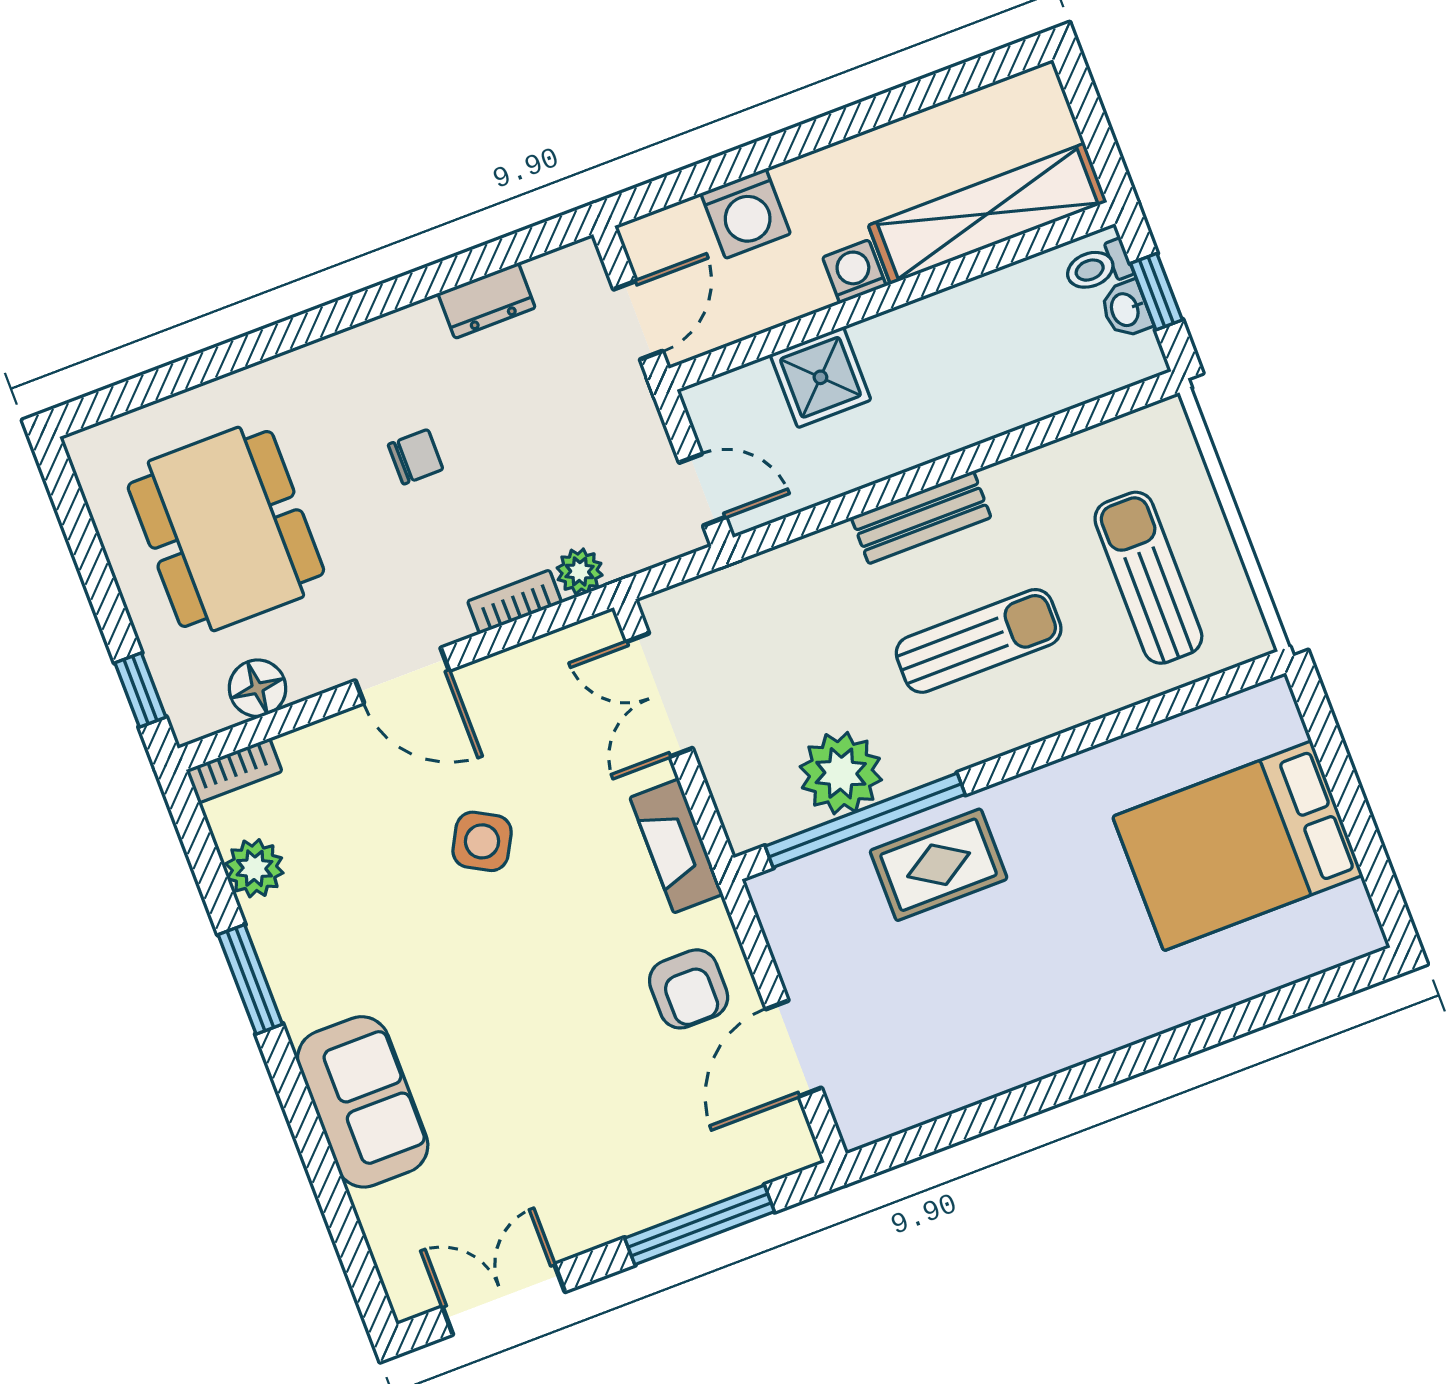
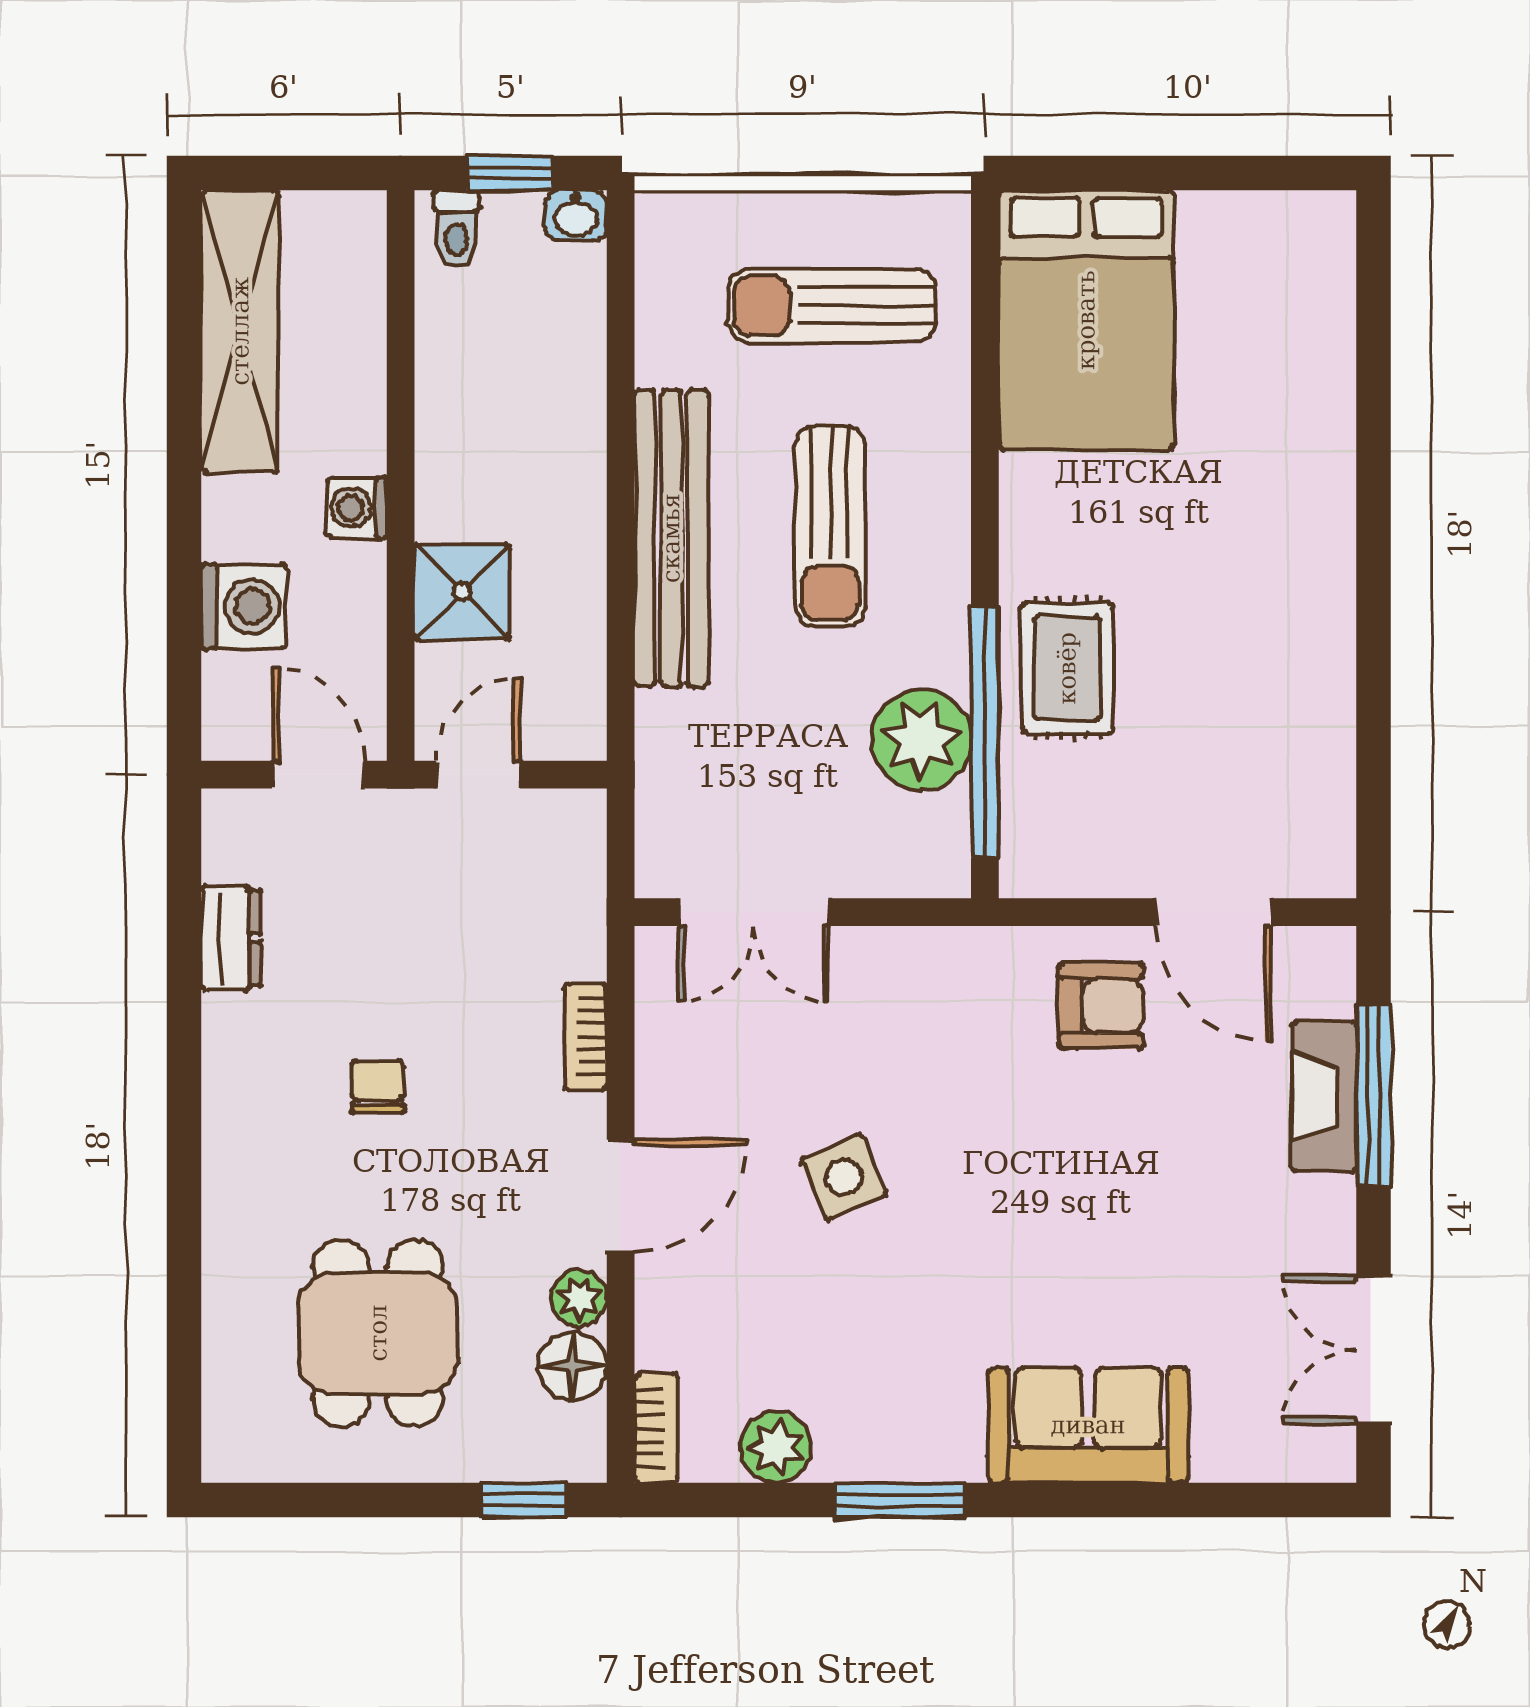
shelving: (988, 214) -> (240, 331), moved
washbasin: (1126, 309) -> (576, 215), moved
door: (702, 490) -> (478, 775), moved
bench: (921, 517) -> (671, 538), width x1.86, depth x1.21
dining table: (226, 529) -> (378, 1333), width x0.73
plant: (580, 572) -> (579, 1298), moved
sun lounger: (979, 641) -> (830, 526), turned 180
side table: (482, 841) -> (844, 1177), turned 38
fireplace: (676, 846) -> (1324, 1097), moved, turned 90
bed: (1238, 846) -> (1086, 320), moved

